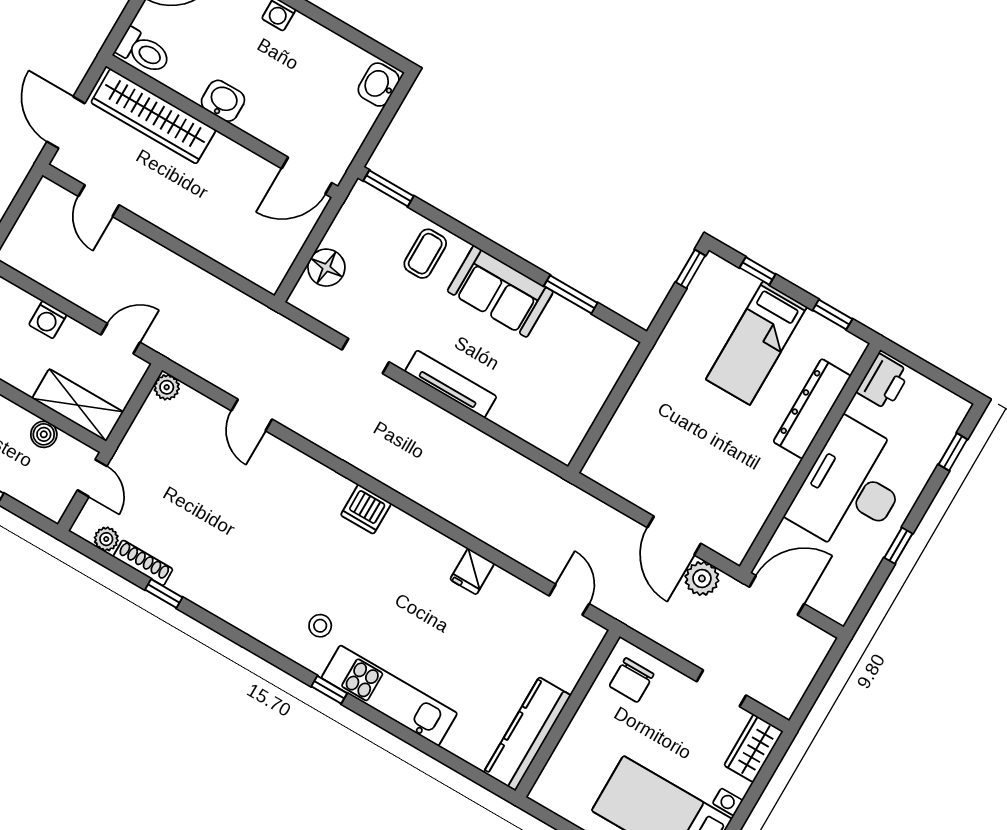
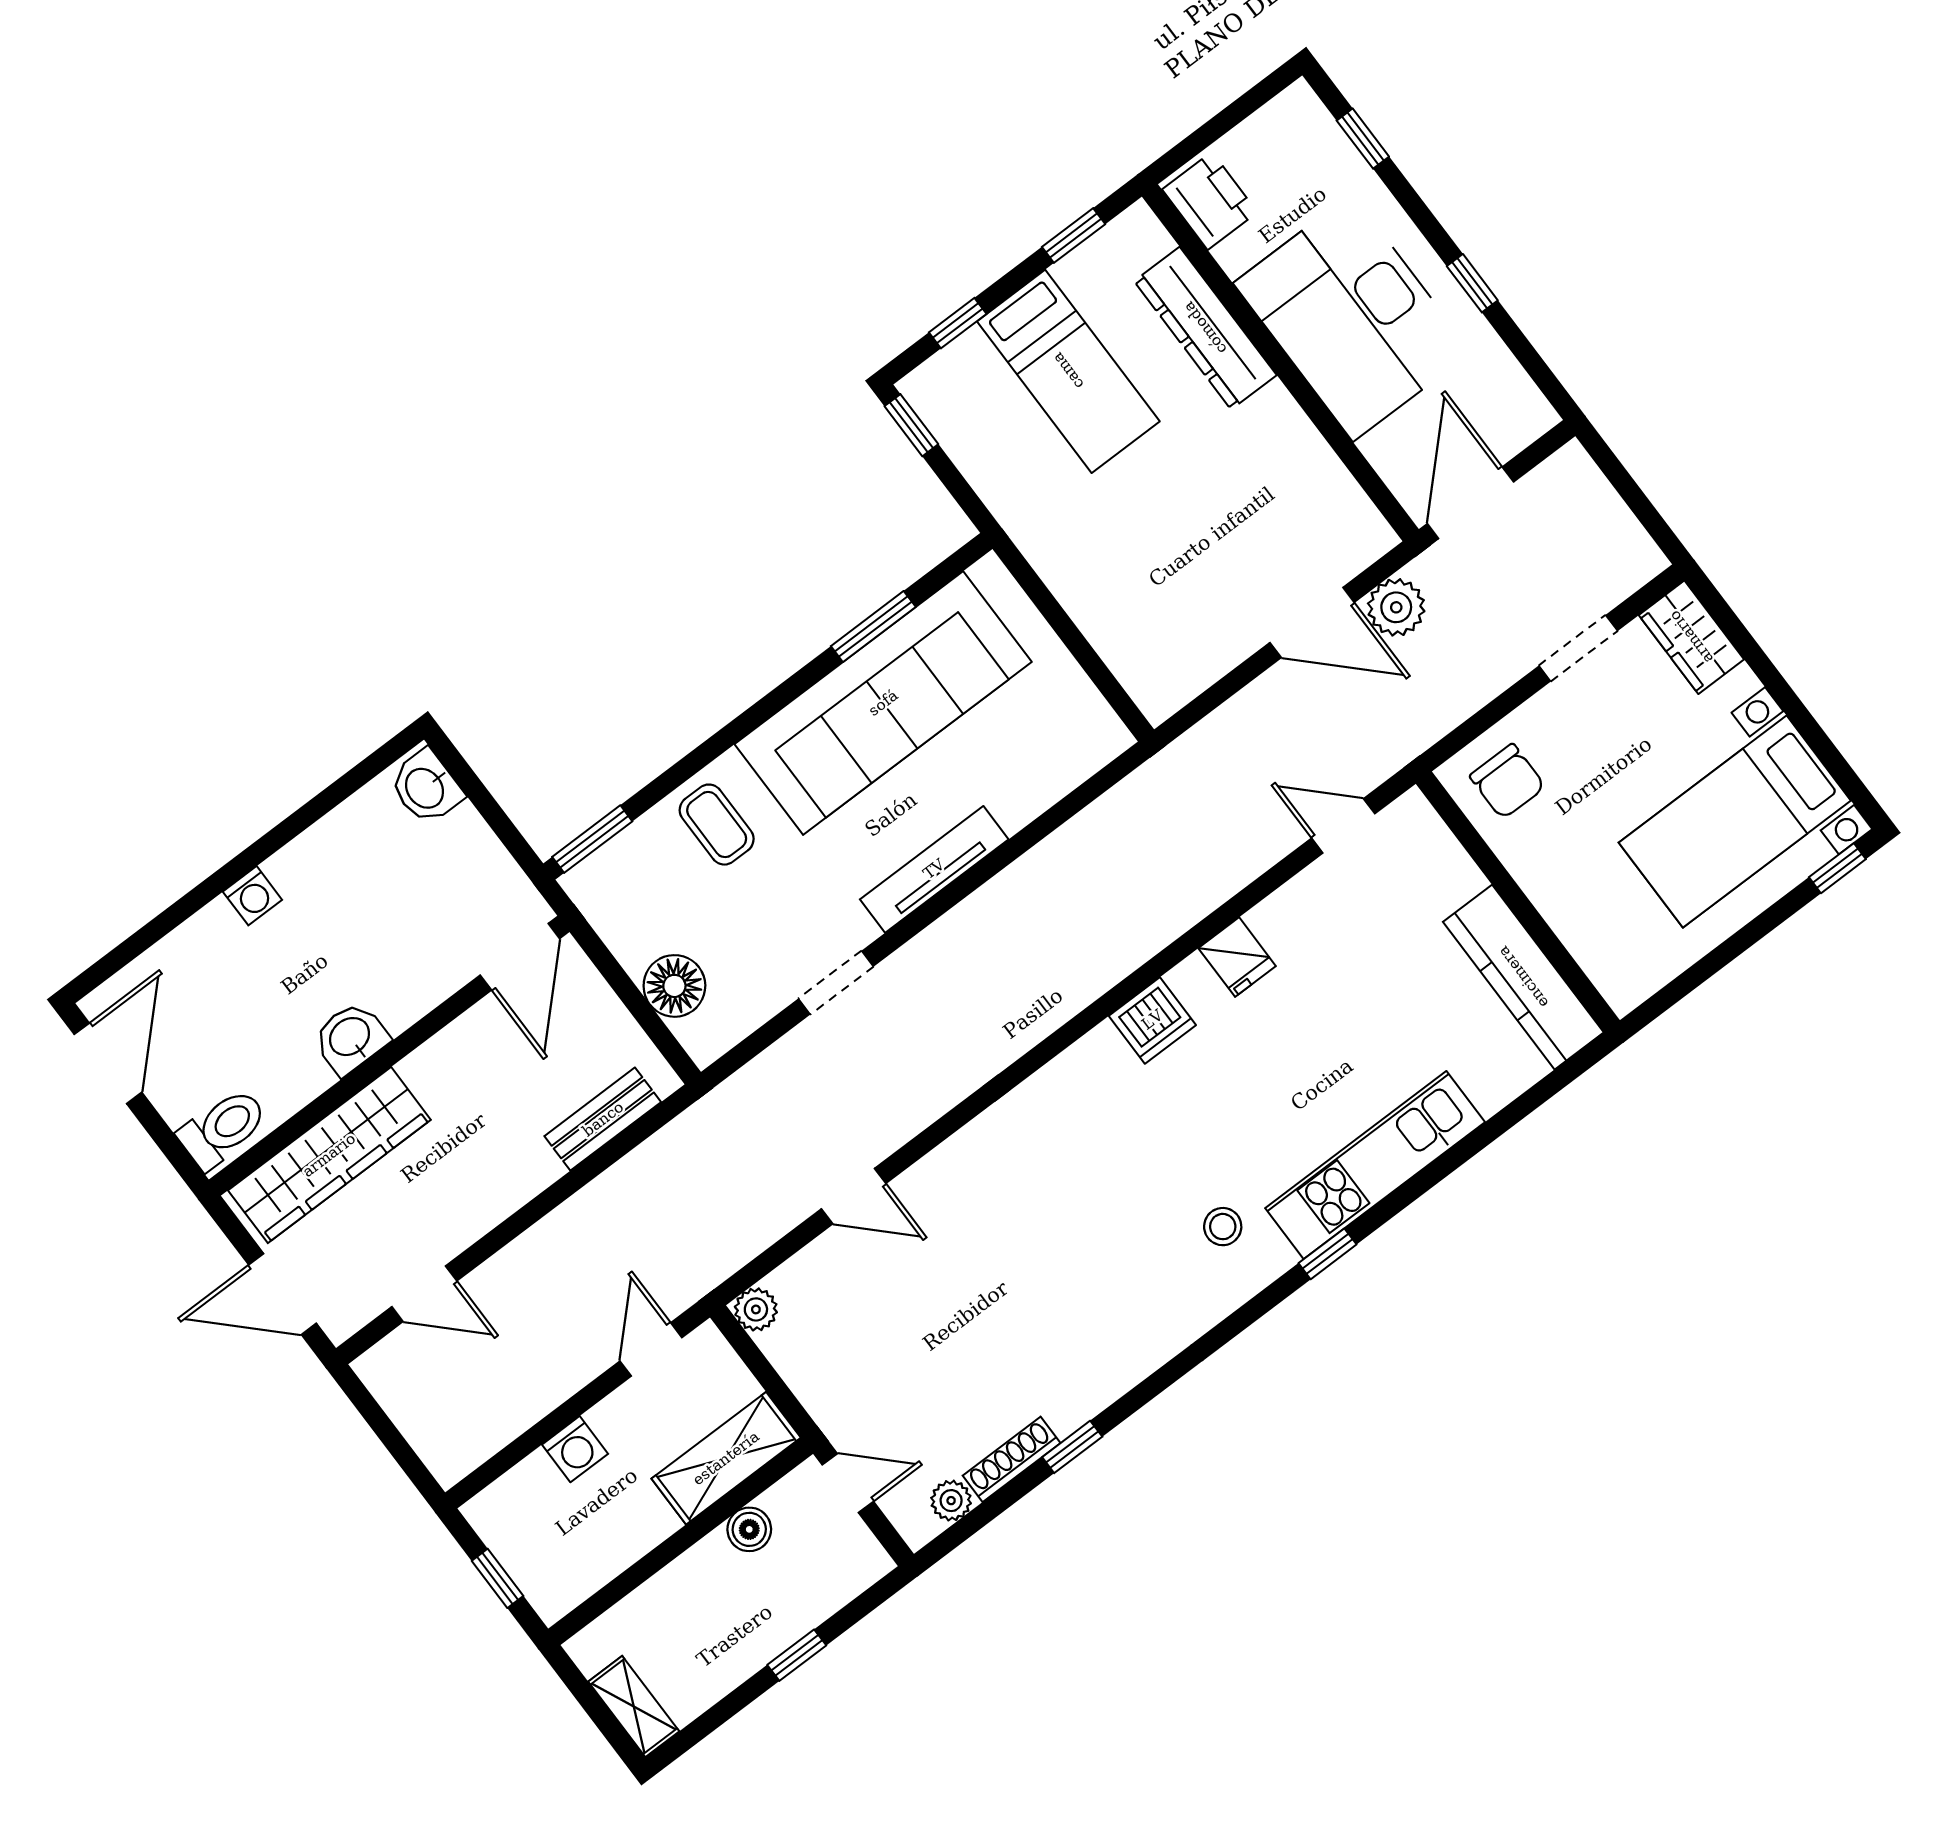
bench: (236, 259) -> (603, 1119), added
sofa: (500, 291) -> (883, 703), width x1.85, depth x1.27
dishwasher: (366, 509) -> (1152, 1020), moved

